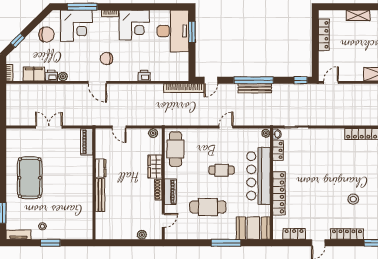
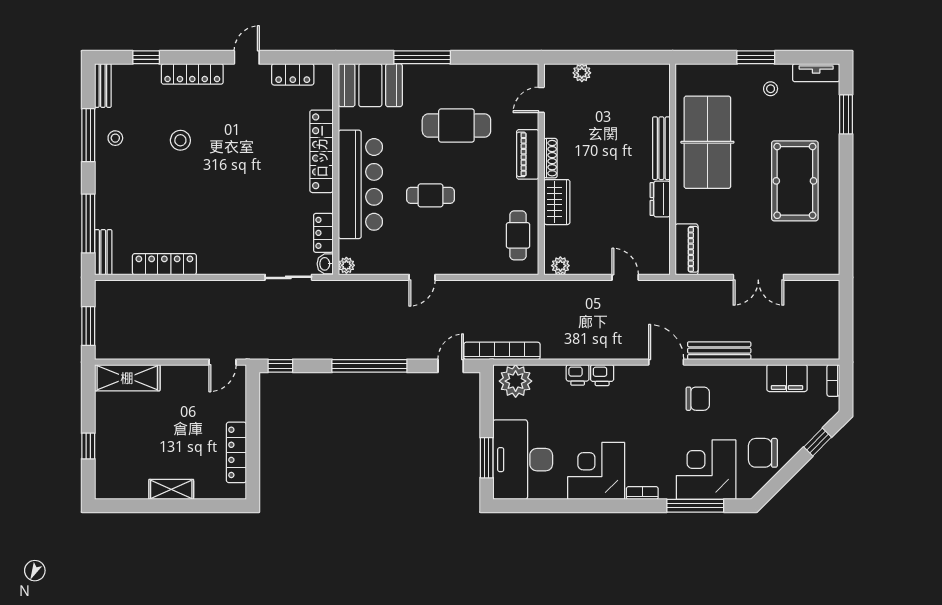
chair: (107, 59) -> (698, 399), moved
printer: (51, 75) -> (602, 375), moved
plant: (63, 76) -> (516, 381), moved, width x1.88, depth x1.88
bench: (255, 88) -> (719, 351), moved
cafe table: (175, 149) -> (518, 235), width x0.73, depth x0.74
table tennis table: (76, 198) -> (707, 142), added

